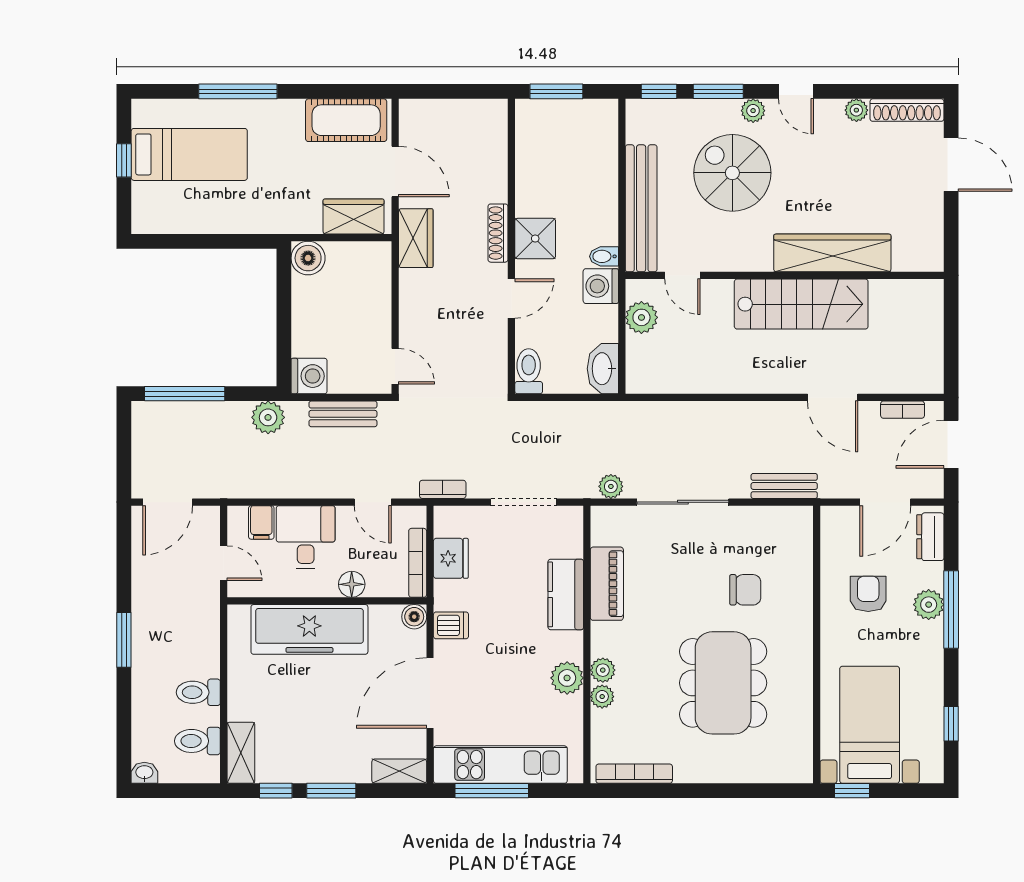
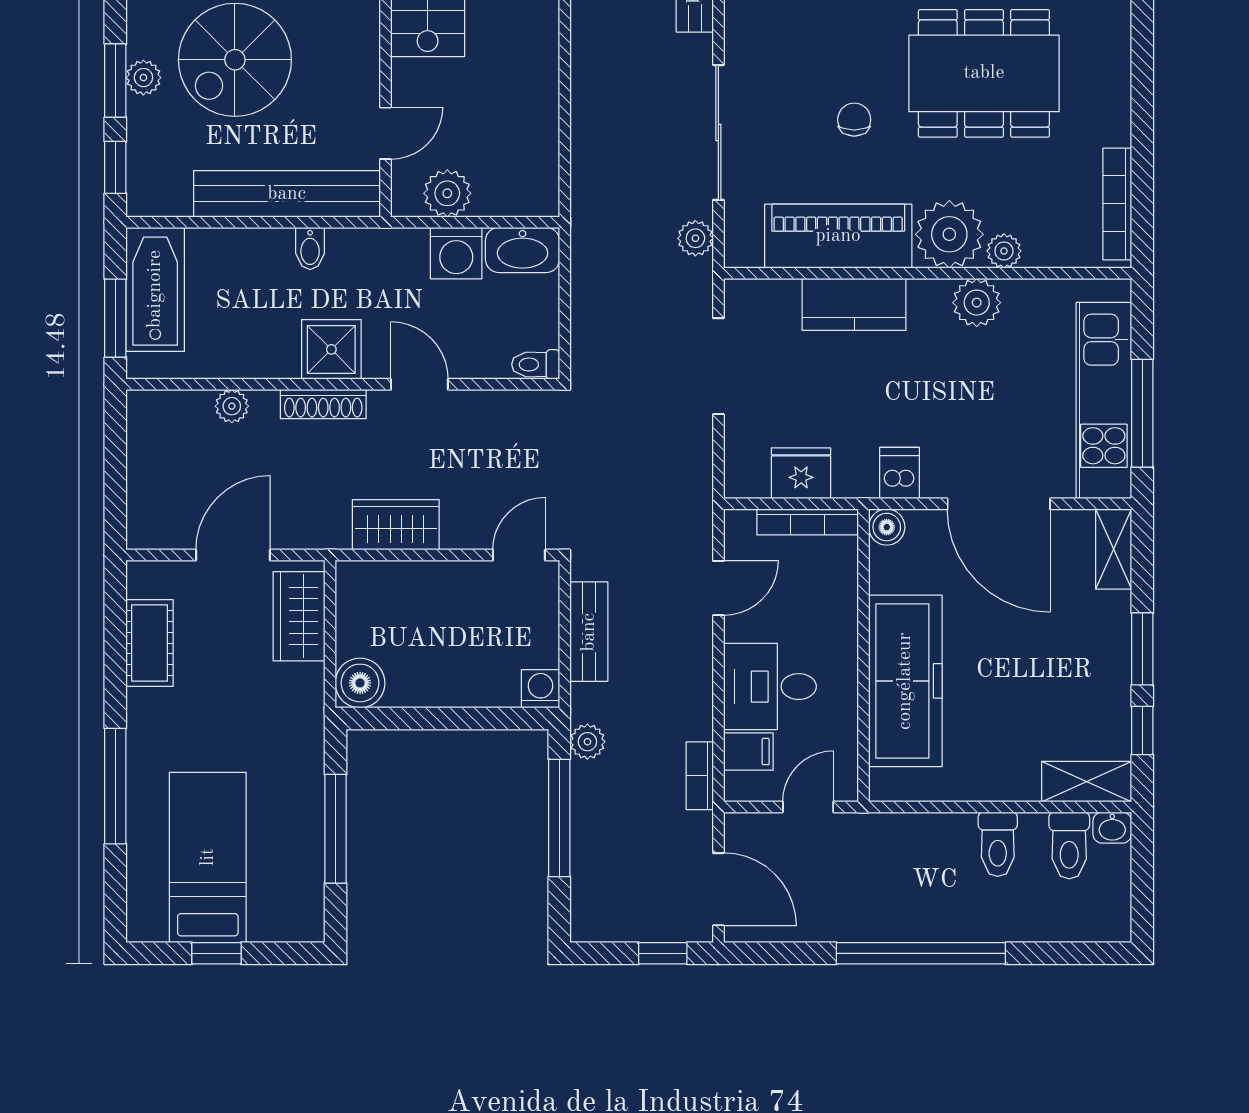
plant: (753, 111) -> (143, 78), moved
bathtub: (576, 119) -> (155, 289), added
cot: (346, 120) -> (150, 643), width x0.73, depth x0.75
plant: (497, 171) -> (232, 406), added
wardrobe: (416, 238) -> (396, 525), moved
window: (209, 241) -> (336, 829), added
bidet: (604, 256) -> (310, 248), moved
washing machine: (601, 286) -> (456, 253), moved
toilet: (529, 371) -> (536, 364), width x0.73, depth x0.72
washing machine: (309, 376) -> (541, 689), width x0.73, depth x0.73
window: (185, 394) -> (559, 818), moved
plant: (268, 417) -> (587, 742), width x0.73, depth x0.73
window: (124, 464) -> (663, 953), added
bookcase: (443, 489) -> (700, 776), moved
floor lamp: (352, 584) -> (839, 619), removed
piano: (607, 584) -> (838, 236), width x1.37, depth x1.33
chair: (745, 590) -> (854, 120), moved, width x0.73, depth x0.73
window: (124, 640) -> (921, 953), width x2.11
plant: (603, 670) -> (949, 234), width x1.88, depth x1.88
washbasin: (144, 773) -> (1112, 828), moved, turned -90

